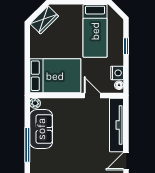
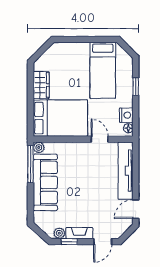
wardrobe: (44, 20) -> (41, 85), moved, turned -45
sofa: (41, 129) -> (45, 182), width x1.36
window: (27, 145) -> (30, 164), moved

